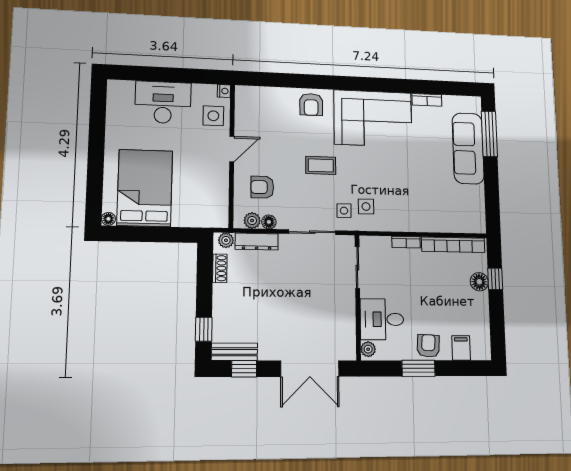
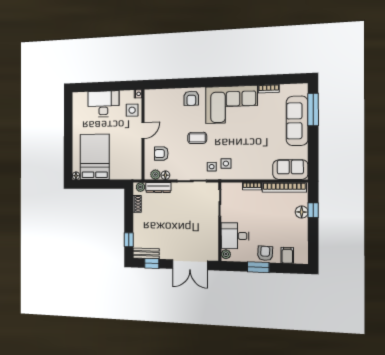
sofa: (461, 218) -> (290, 170), added

